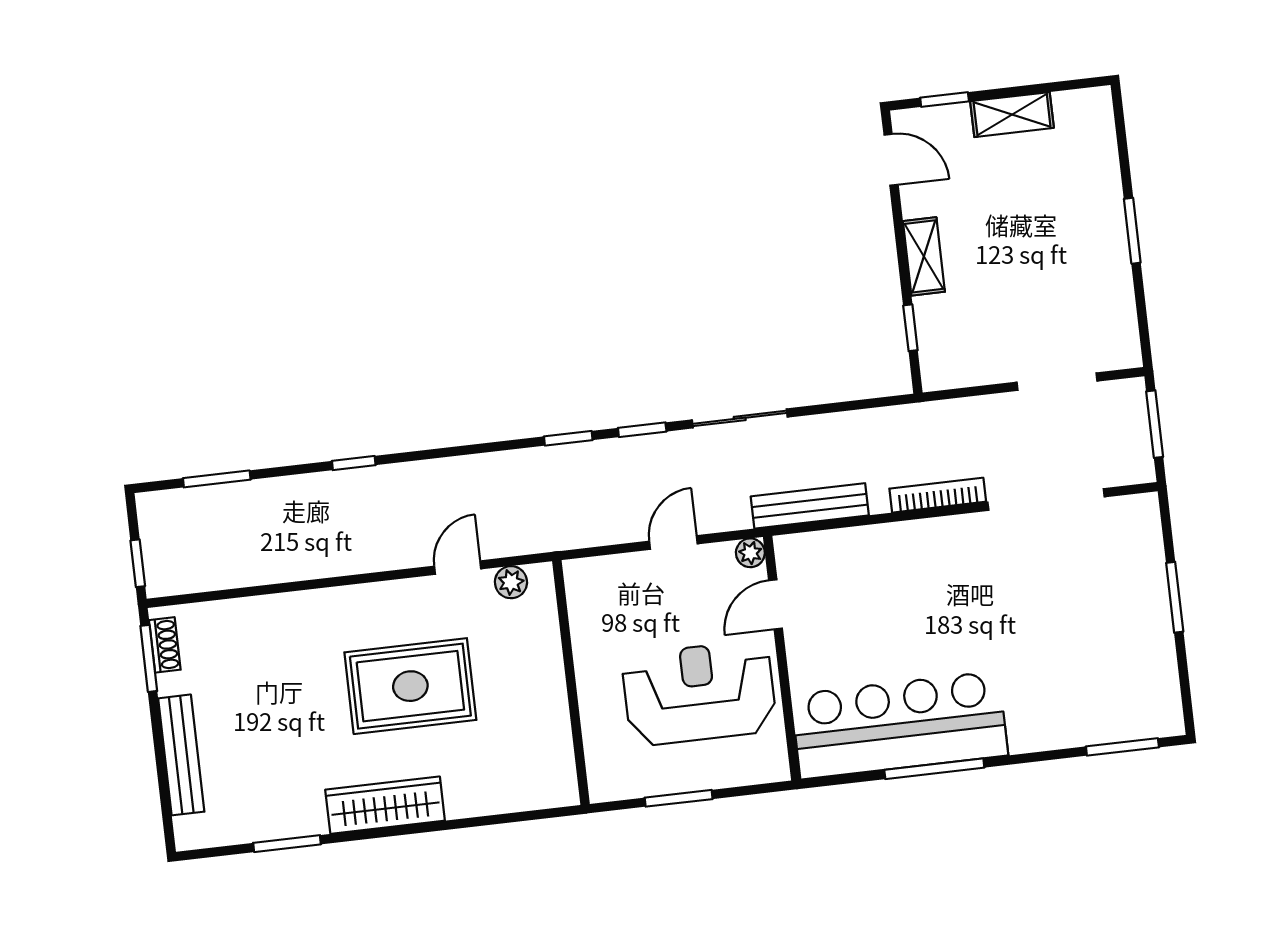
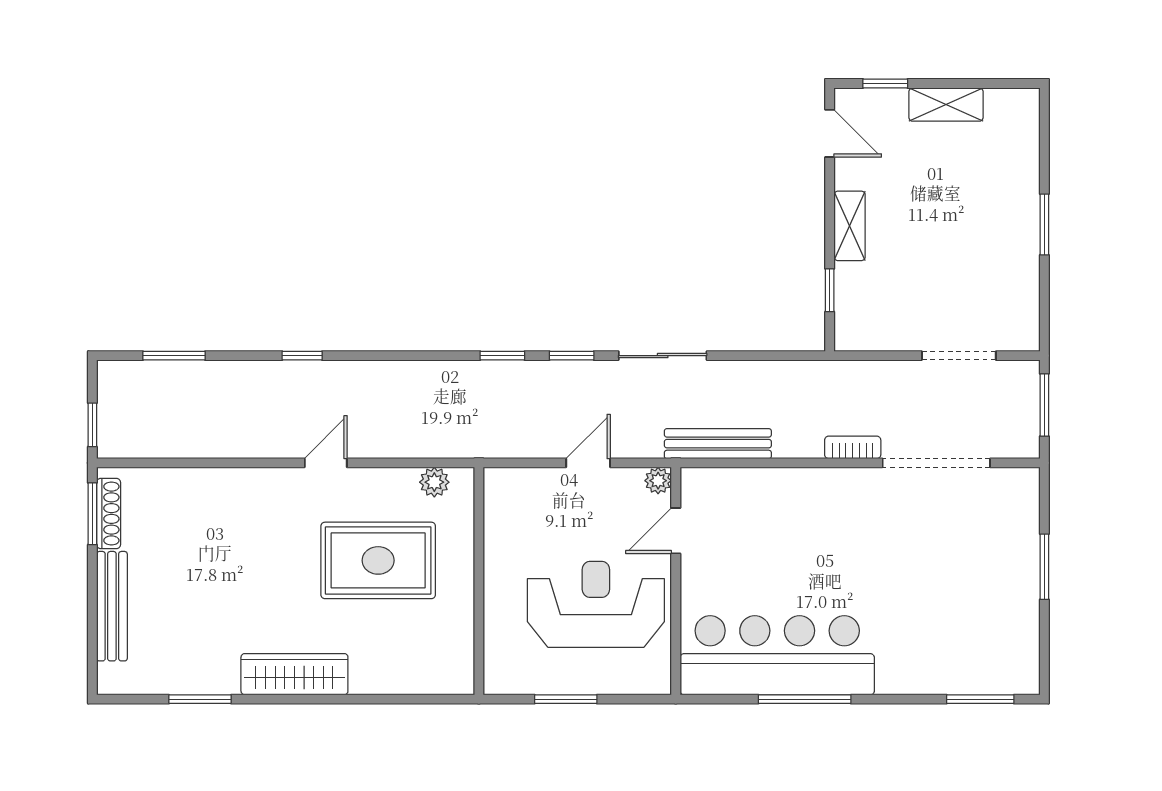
bookcase: (938, 495) -> (853, 447), width x0.64
door: (458, 568) -> (326, 463), moved
shoe rack: (165, 645) -> (109, 513), width x1.43
rug: (410, 686) -> (378, 560), moved

